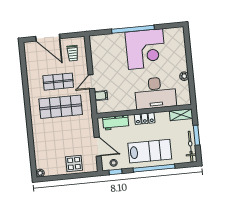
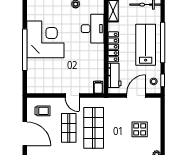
door: (48, 38) -> (25, 134), hinge flipped
desk: (155, 93) -> (93, 29), width x0.73, depth x0.77
filing cabinet: (101, 96) -> (98, 87), moved
locker: (145, 119) -> (113, 47), width x1.53
display table: (74, 163) -> (140, 129), moved

